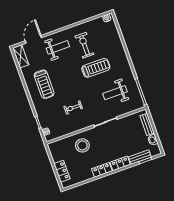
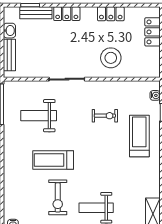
treadmill: (44, 84) -> (139, 136), moved
weight bench: (115, 93) -> (39, 116), turned 180
locker: (102, 170) -> (111, 14), moved

